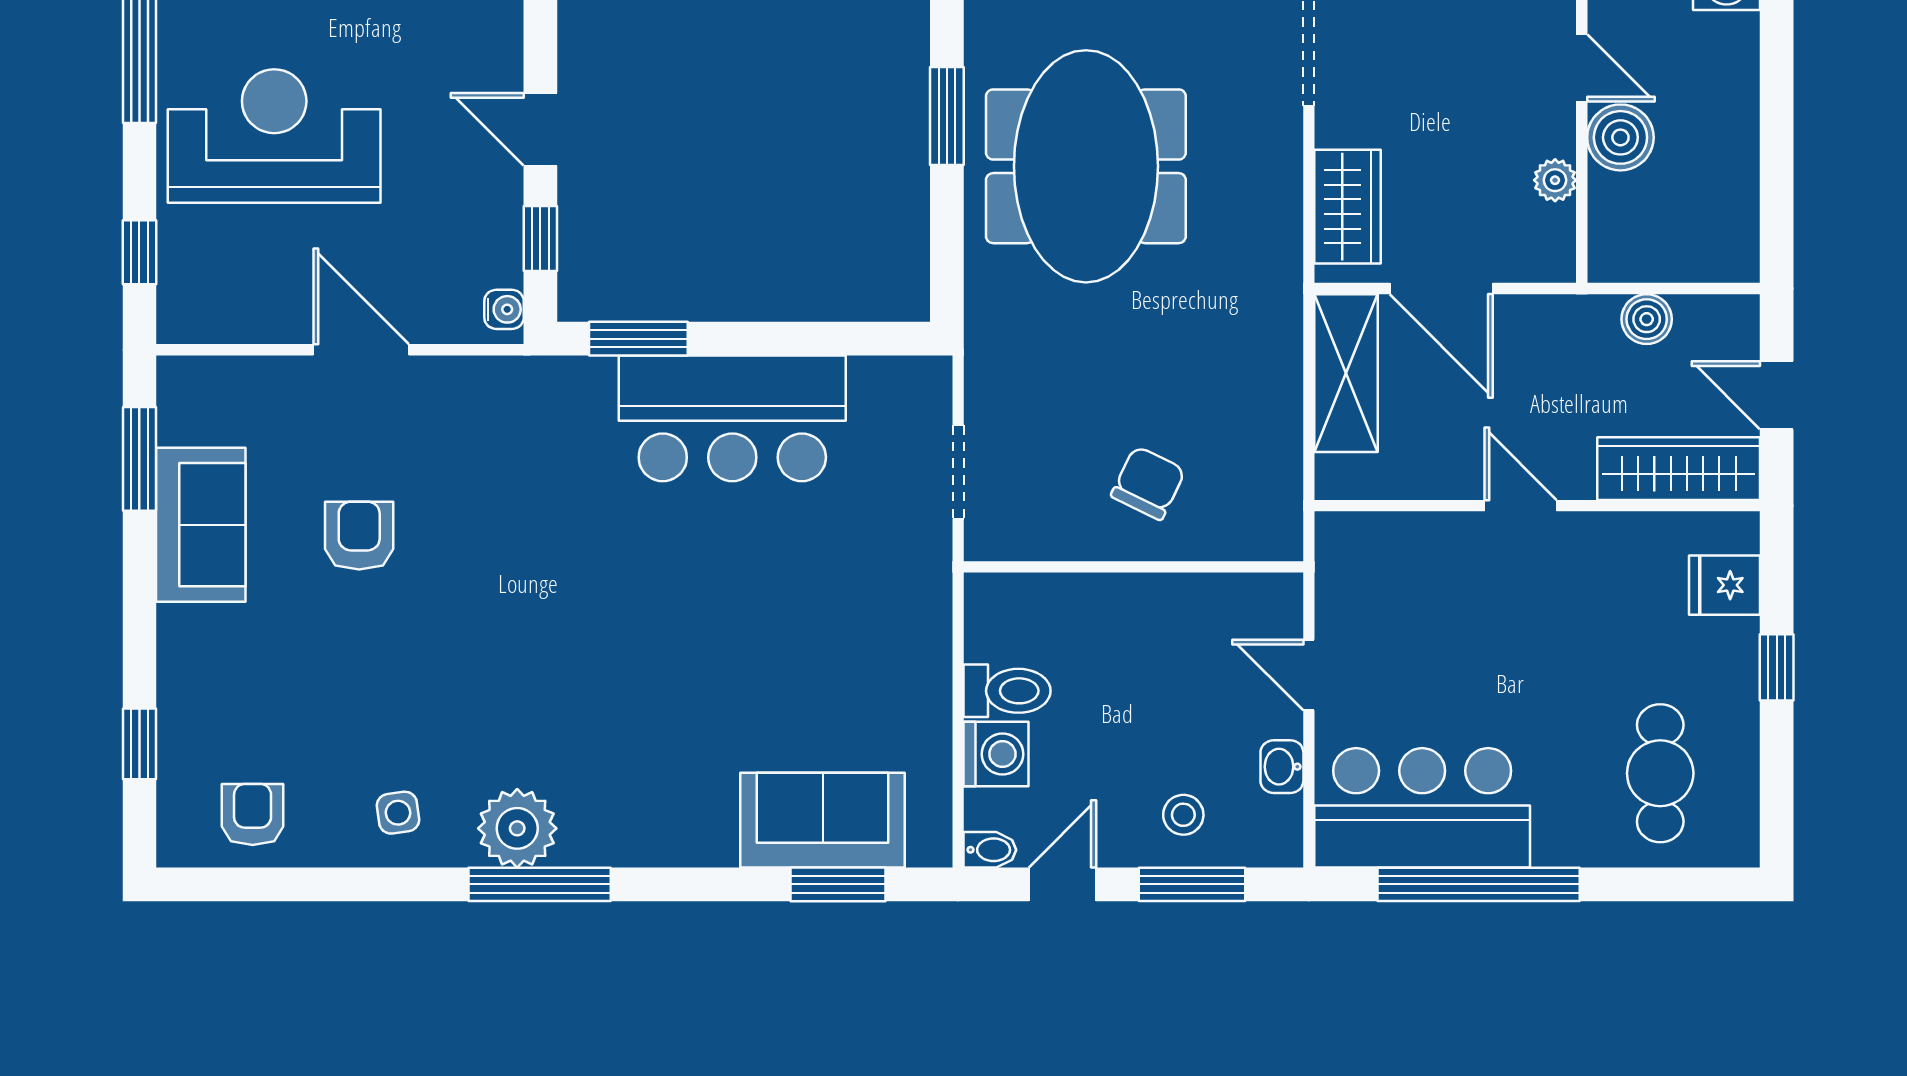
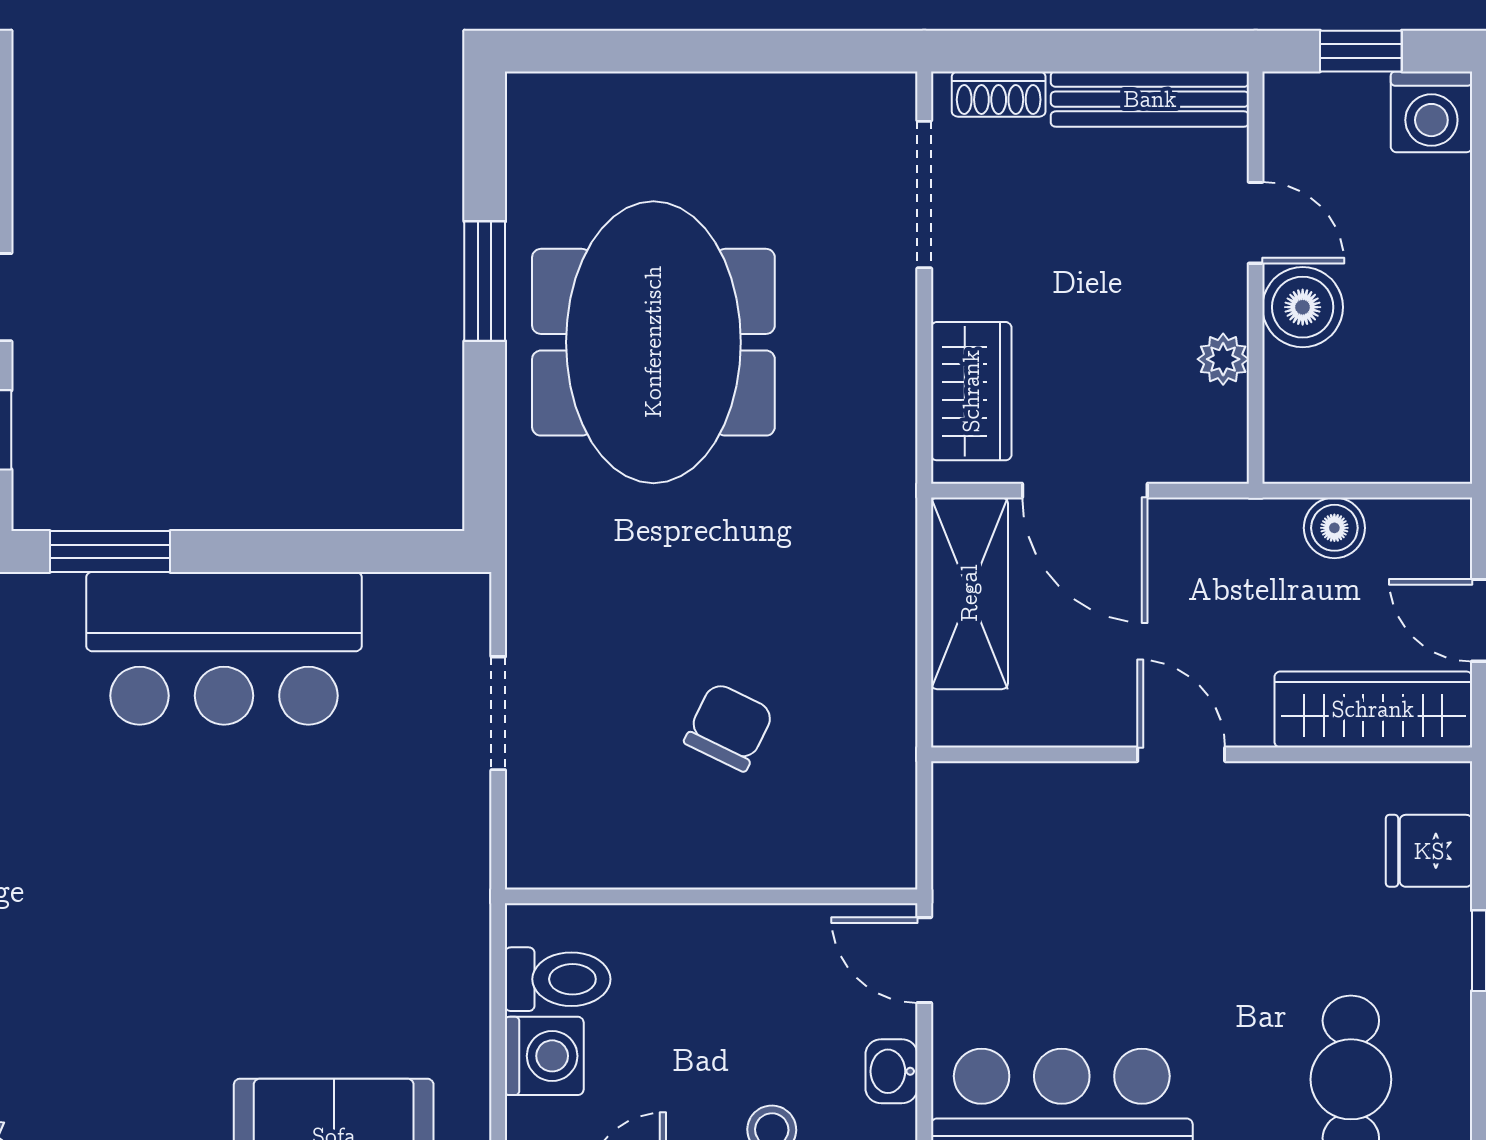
wall: (1133, 567) -> (711, 896), moved

